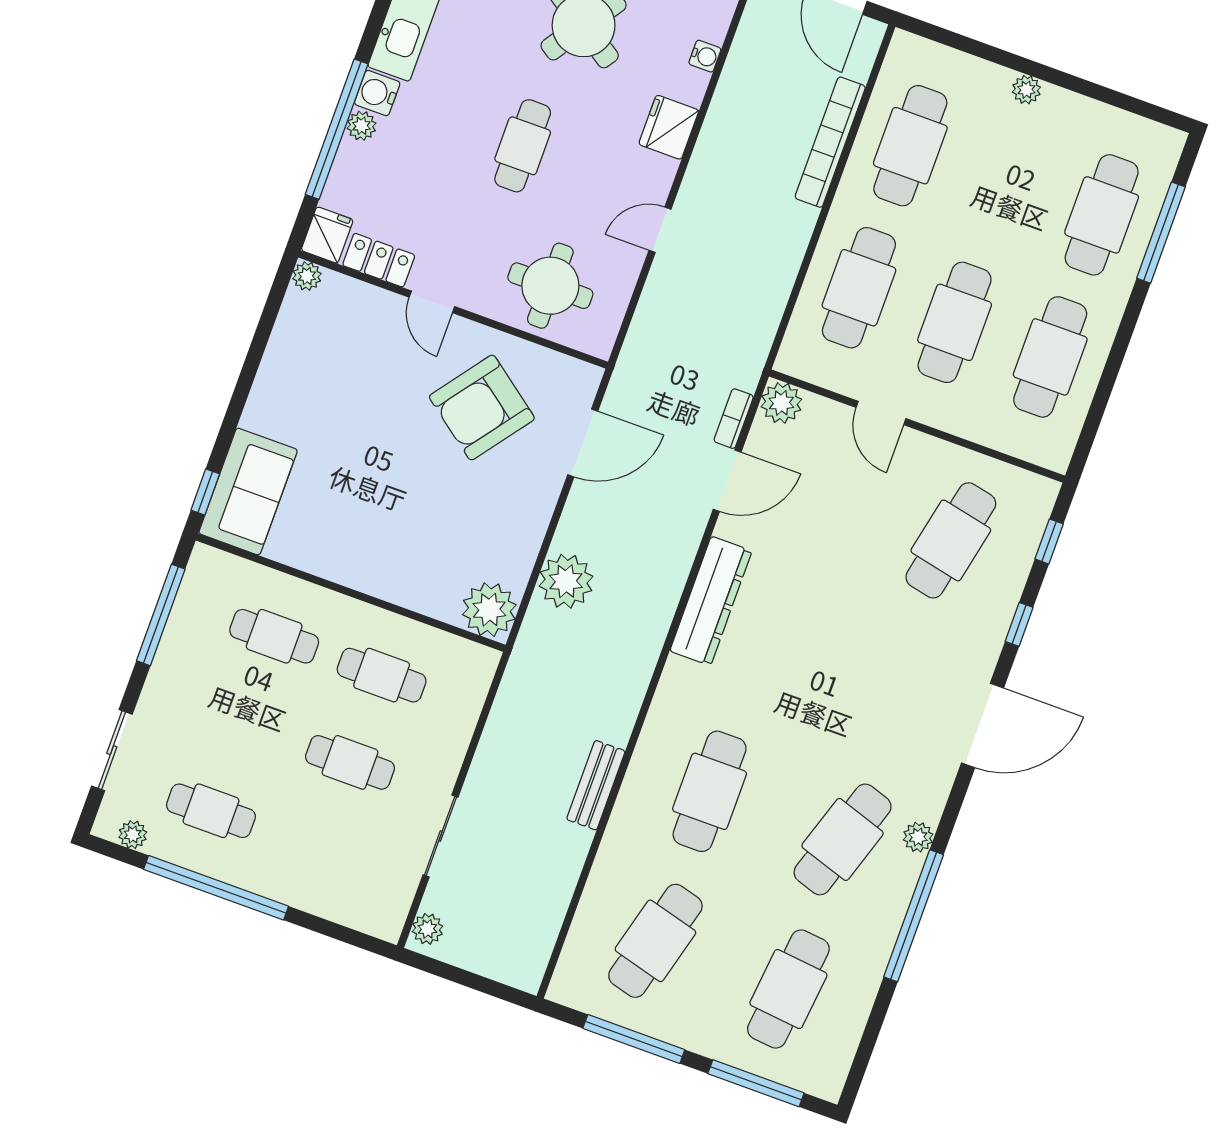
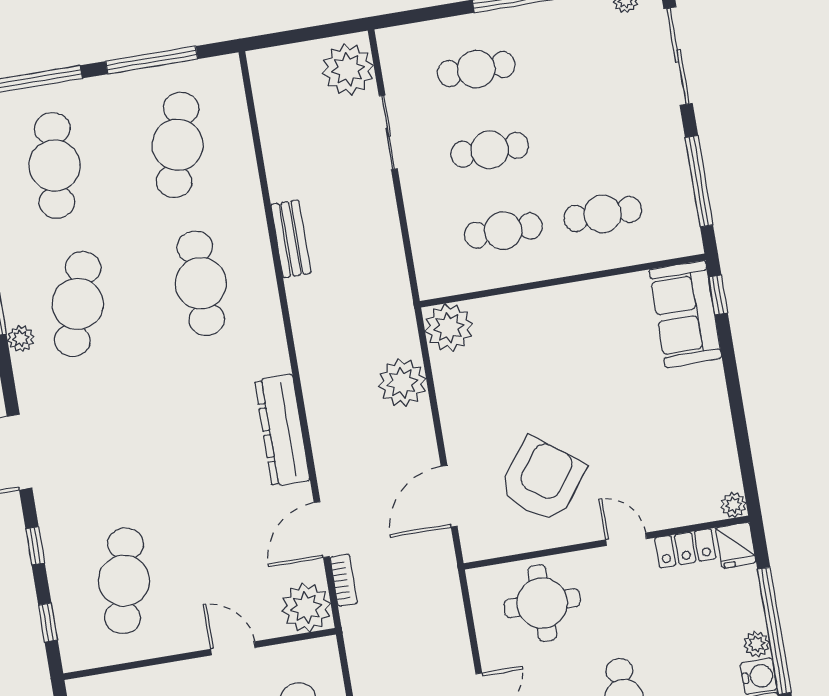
plant: (781, 403) -> (306, 607), width x1.36, depth x1.36
sliding door: (112, 750) -> (678, 56), width x1.37
cafe table: (211, 811) -> (476, 69), moved
plant: (428, 929) -> (348, 69), width x1.88, depth x1.88

